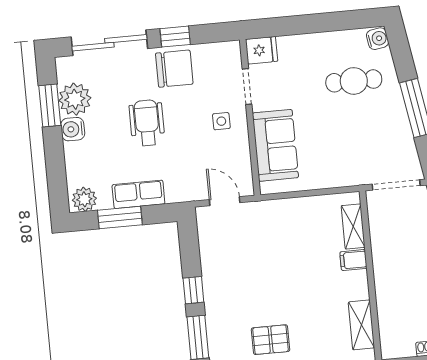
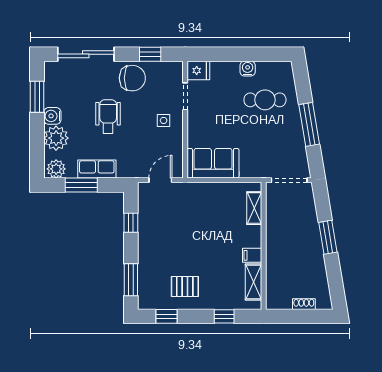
window: (175, 37) -> (150, 54), moved
water cooler: (378, 39) -> (248, 69), moved, turned -81
plant: (75, 99) -> (56, 138), moved
sofa: (275, 145) -> (213, 163), moved, turned -90
door: (225, 201) -> (160, 180), hinge flipped
filing cabinet: (353, 260) -> (252, 255), moved
window: (193, 290) -> (131, 223), moved

